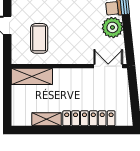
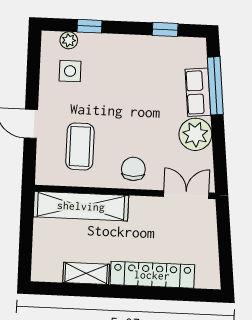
chair: (74, 51) -> (133, 169), added
shelving: (32, 76) -> (81, 206), width x1.47

